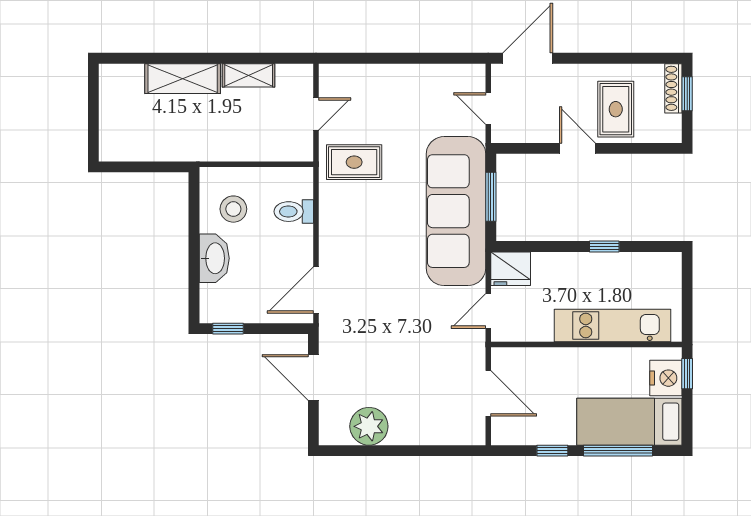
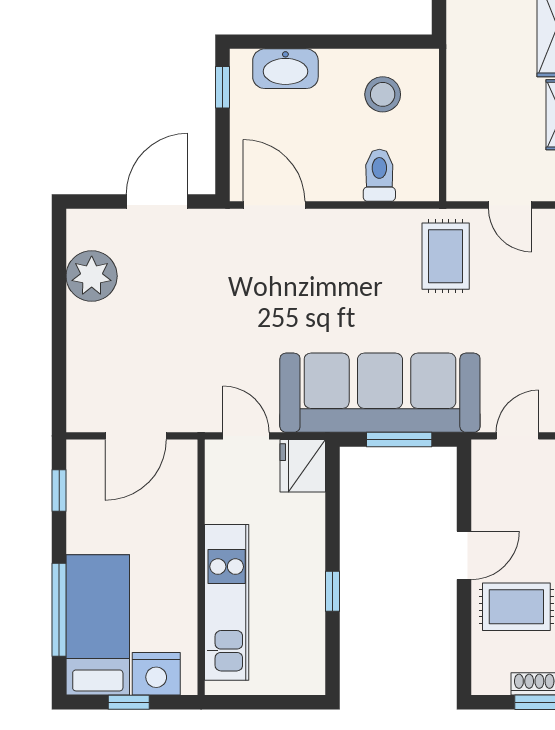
washbasin: (214, 258) -> (285, 69), moved
window: (687, 374) -> (129, 702), moved
window: (552, 451) -> (59, 490), moved

